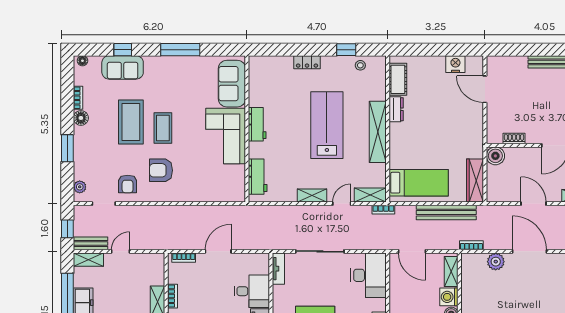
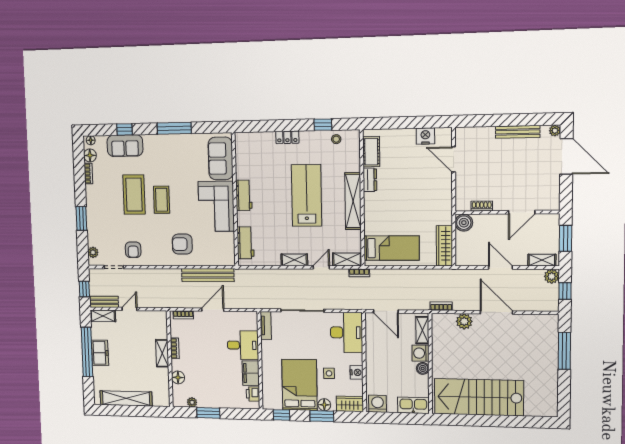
floor lamp: (81, 118) -> (90, 155), moved
armchair: (161, 170) -> (182, 244), moved
bench: (446, 213) -> (208, 275), moved

